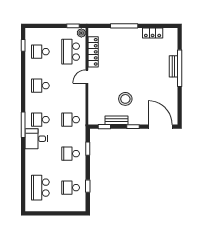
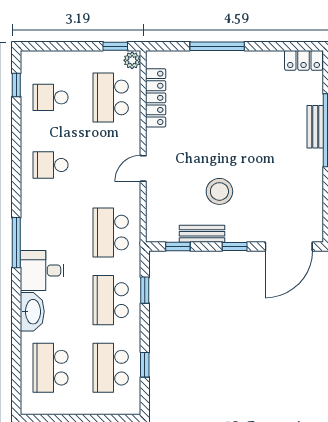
locker: (153, 33) -> (304, 60), moved
door: (87, 77) -> (143, 168), moved
school desk: (40, 120) -> (51, 233), removed
school desk: (71, 120) -> (111, 233), width x1.85
door: (160, 127) -> (289, 247), swing flipped
school desk: (71, 154) -> (111, 300), width x1.85
washbasin: (31, 159) -> (32, 312), added
school desk: (71, 188) -> (111, 368), width x1.85

